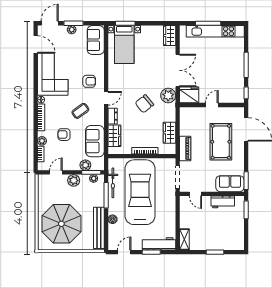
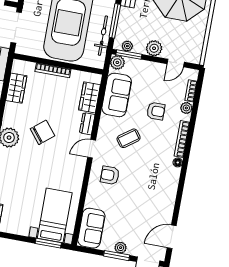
door: (36, 44) -> (172, 237), hinge flipped
corner sofa: (53, 74) -> (156, 193), removed
plant: (85, 165) -> (117, 62), moved

